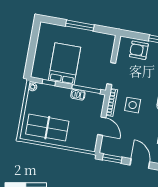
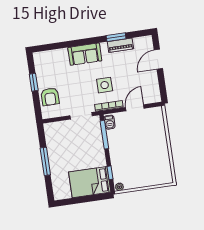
bed: (65, 64) -> (90, 182), moved
barbecue: (78, 95) -> (110, 122), moved
table tennis table: (47, 128) -> (154, 160), removed
window: (112, 159) -> (162, 87), removed

